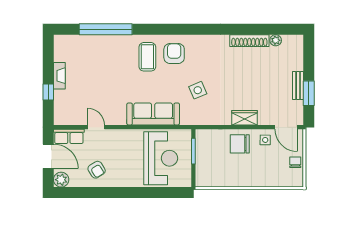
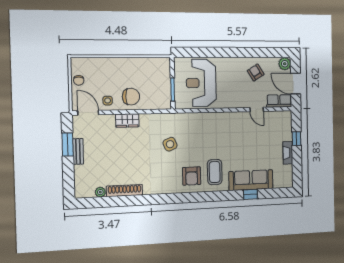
window: (106, 29) -> (250, 194), width x0.32
sofa: (153, 114) -> (251, 180), moved, turned 180

